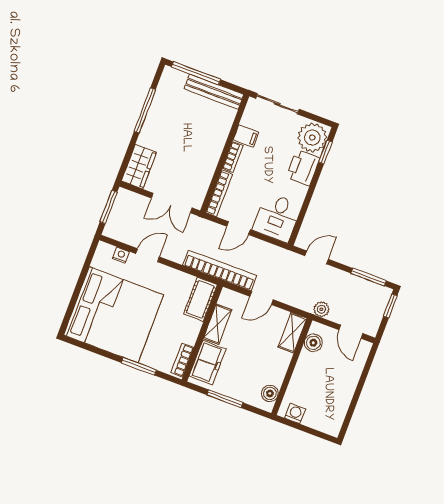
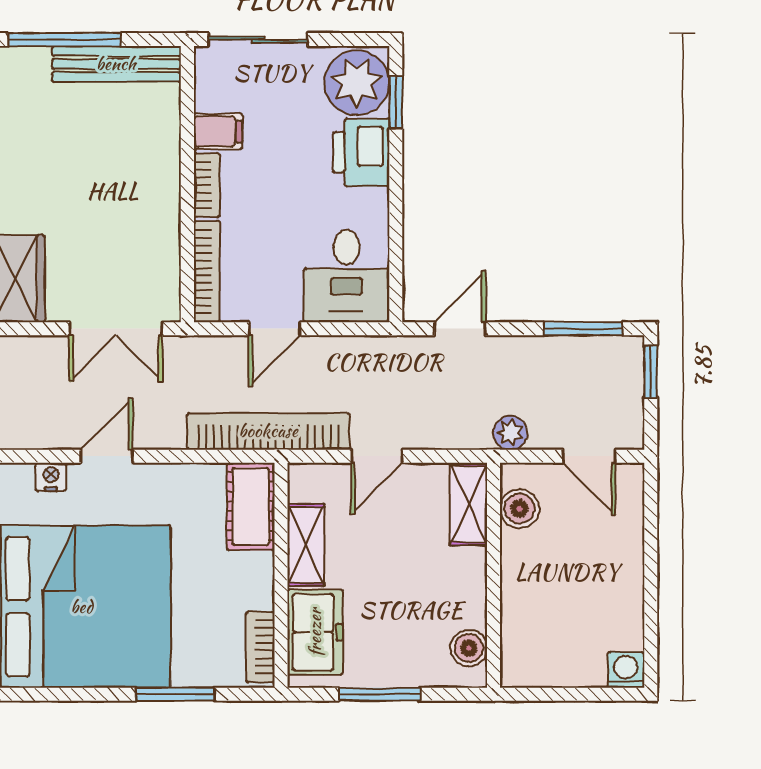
washing machine: (295, 413) -> (626, 670), moved

